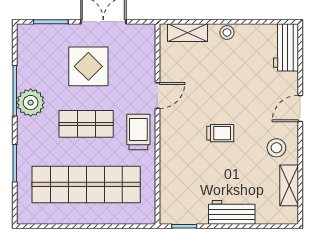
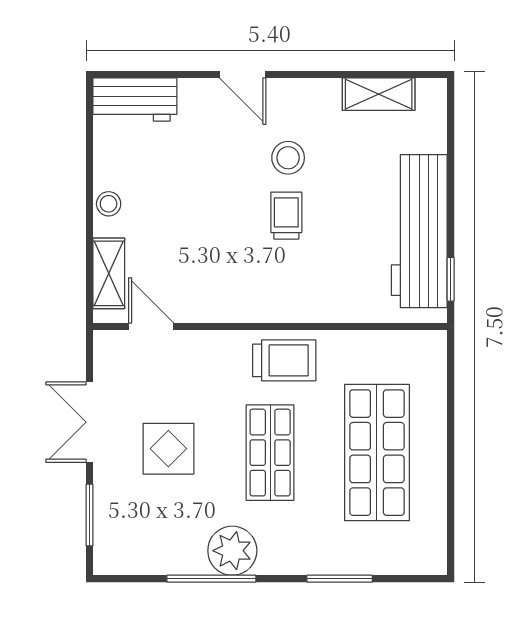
display table: (88, 66) -> (168, 449), width x0.73, depth x0.73
door: (157, 96) -> (151, 327), moved
trolley: (138, 132) -> (284, 360), turned 180
stool: (276, 148) -> (288, 158), moved
shop shelf: (86, 184) -> (377, 453), width x0.71
workbench: (232, 212) -> (419, 231), width x1.87, depth x1.32

